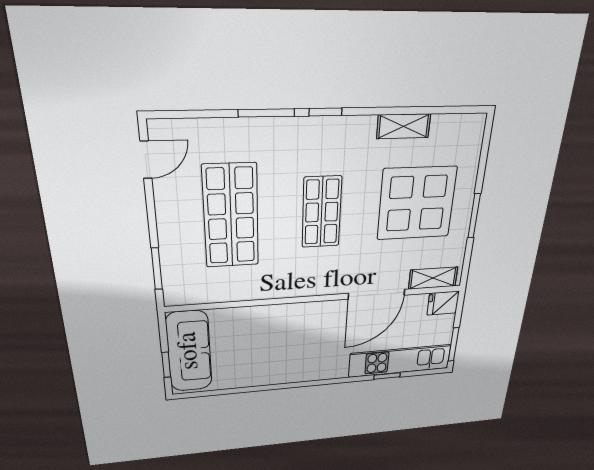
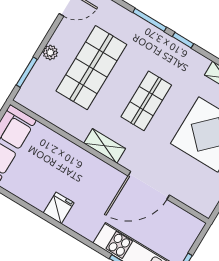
plant: (168, 230) -> (50, 52), added
shelving: (433, 278) -> (105, 146), moved
fridge: (443, 303) -> (59, 208), moved, turned 90

